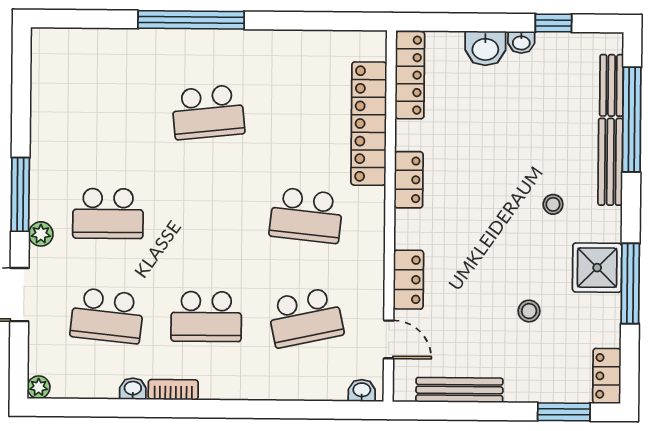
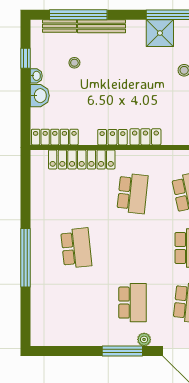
stool: (553, 204) -> (74, 63), moved
locker: (408, 280) -> (145, 137), moved

